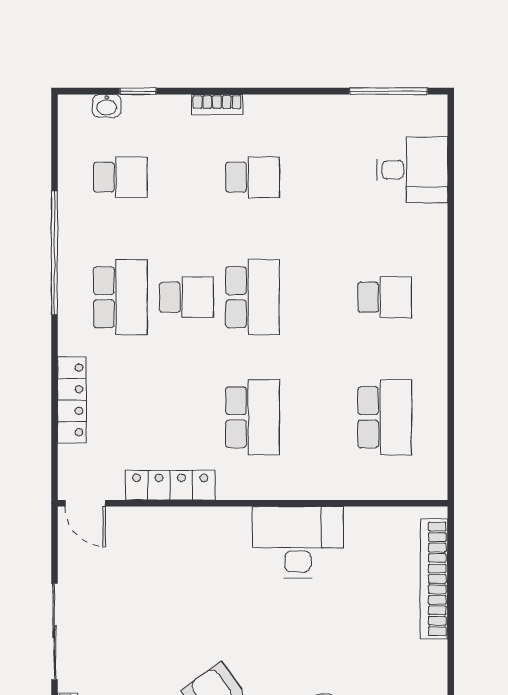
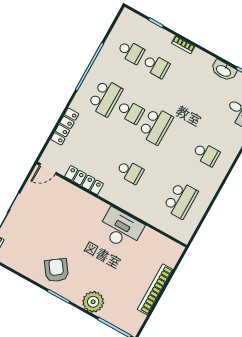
washbasin: (107, 106) -> (224, 71), moved, width x1.91, depth x1.45
school desk: (253, 177) -> (156, 66), moved
school desk: (253, 417) -> (130, 172), width x0.54
door: (85, 503) -> (48, 169), hinge flipped
bookcase: (434, 579) -> (155, 289), moved

